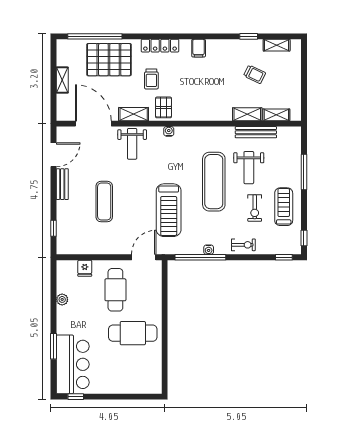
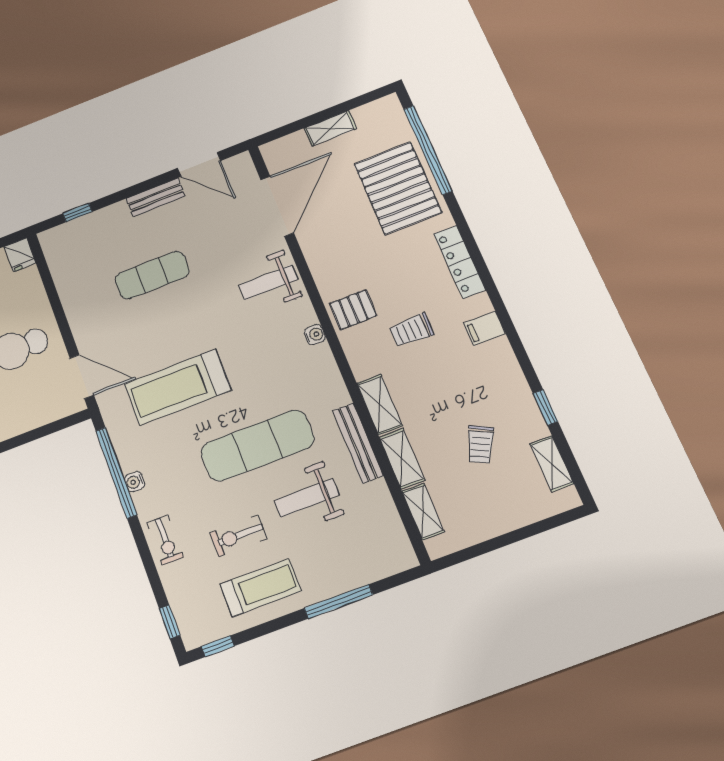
trolley: (151, 79) -> (411, 330), moved
shelving: (134, 114) -> (379, 405), moved
bench: (256, 132) -> (358, 443), moved
fridge: (85, 268) -> (20, 255), moved, turned -90

